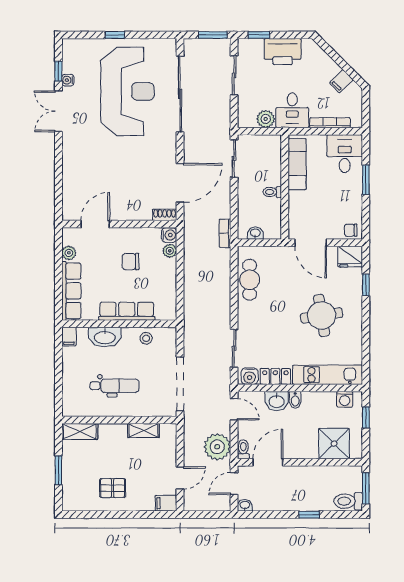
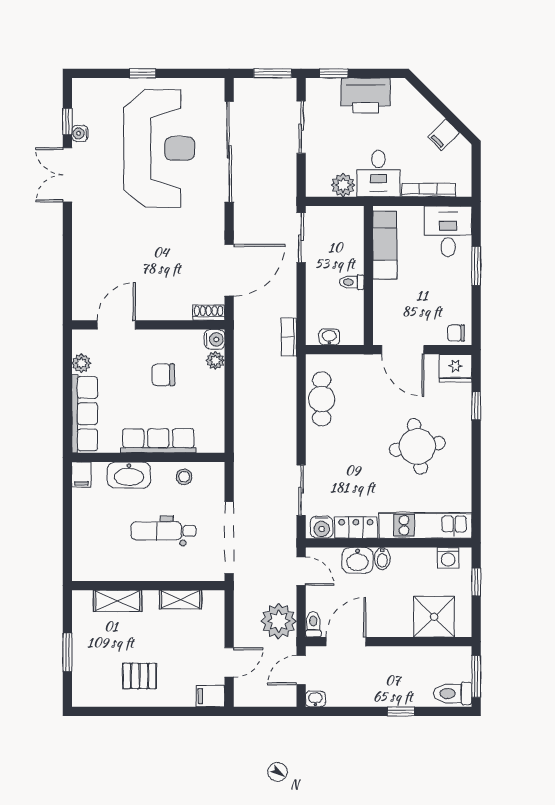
dental chair: (115, 386) -> (163, 531), moved, turned 180
shelving: (80, 431) -> (118, 601), moved

